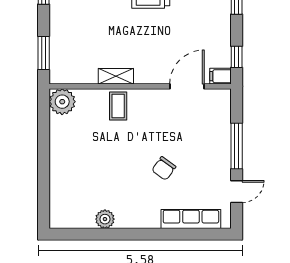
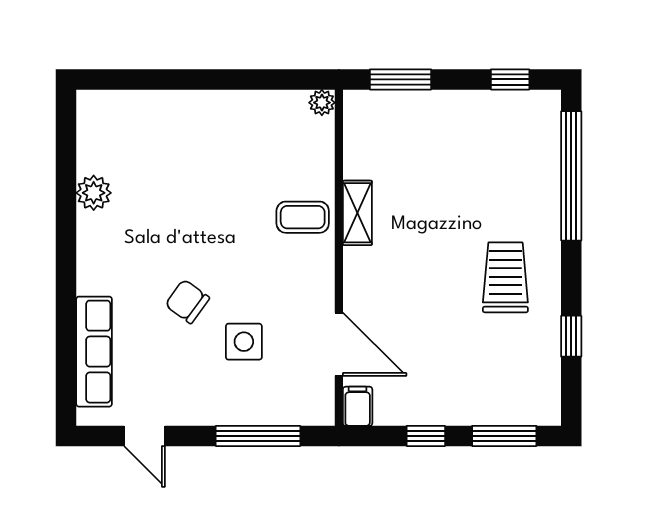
window: (237, 57) -> (426, 436), moved
plant: (62, 102) -> (322, 103), width x0.53, depth x0.53
side table: (186, 138) -> (244, 342), added
window: (237, 146) -> (258, 436), moved

